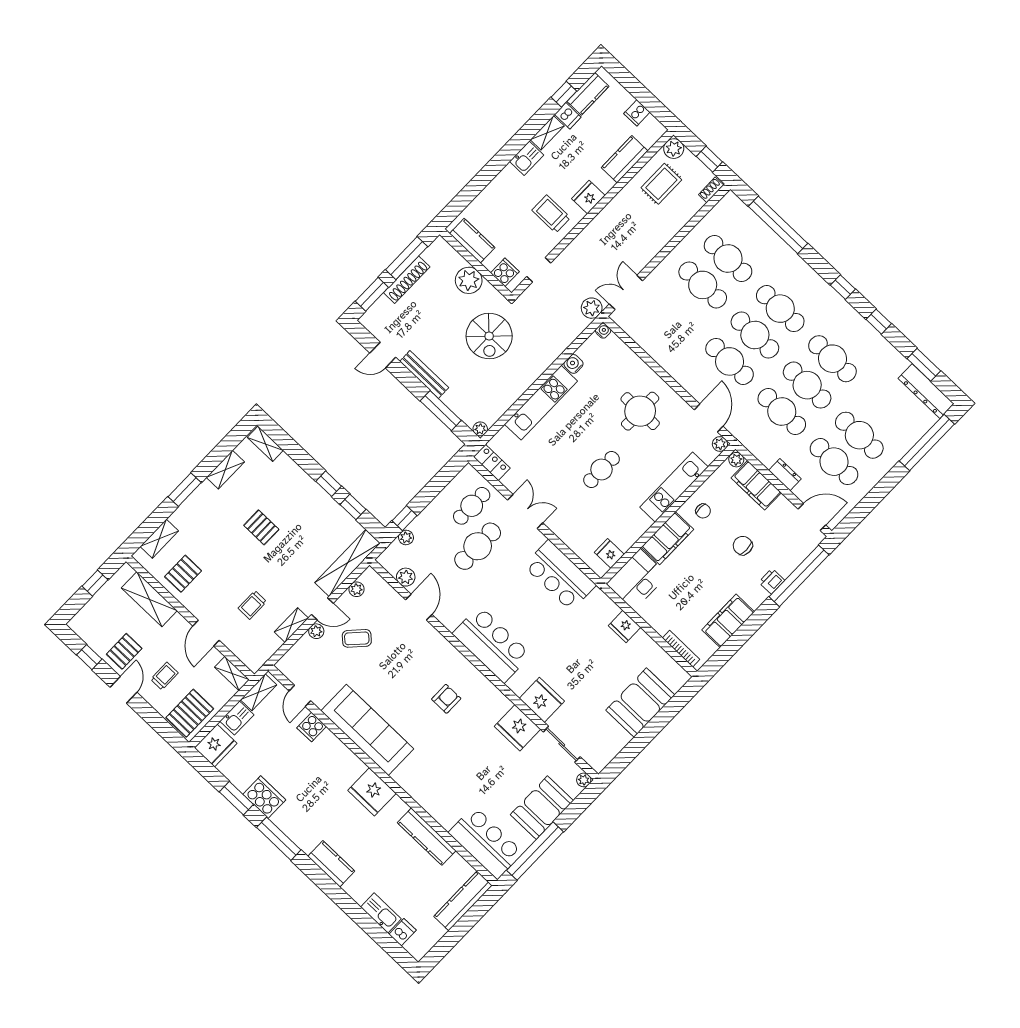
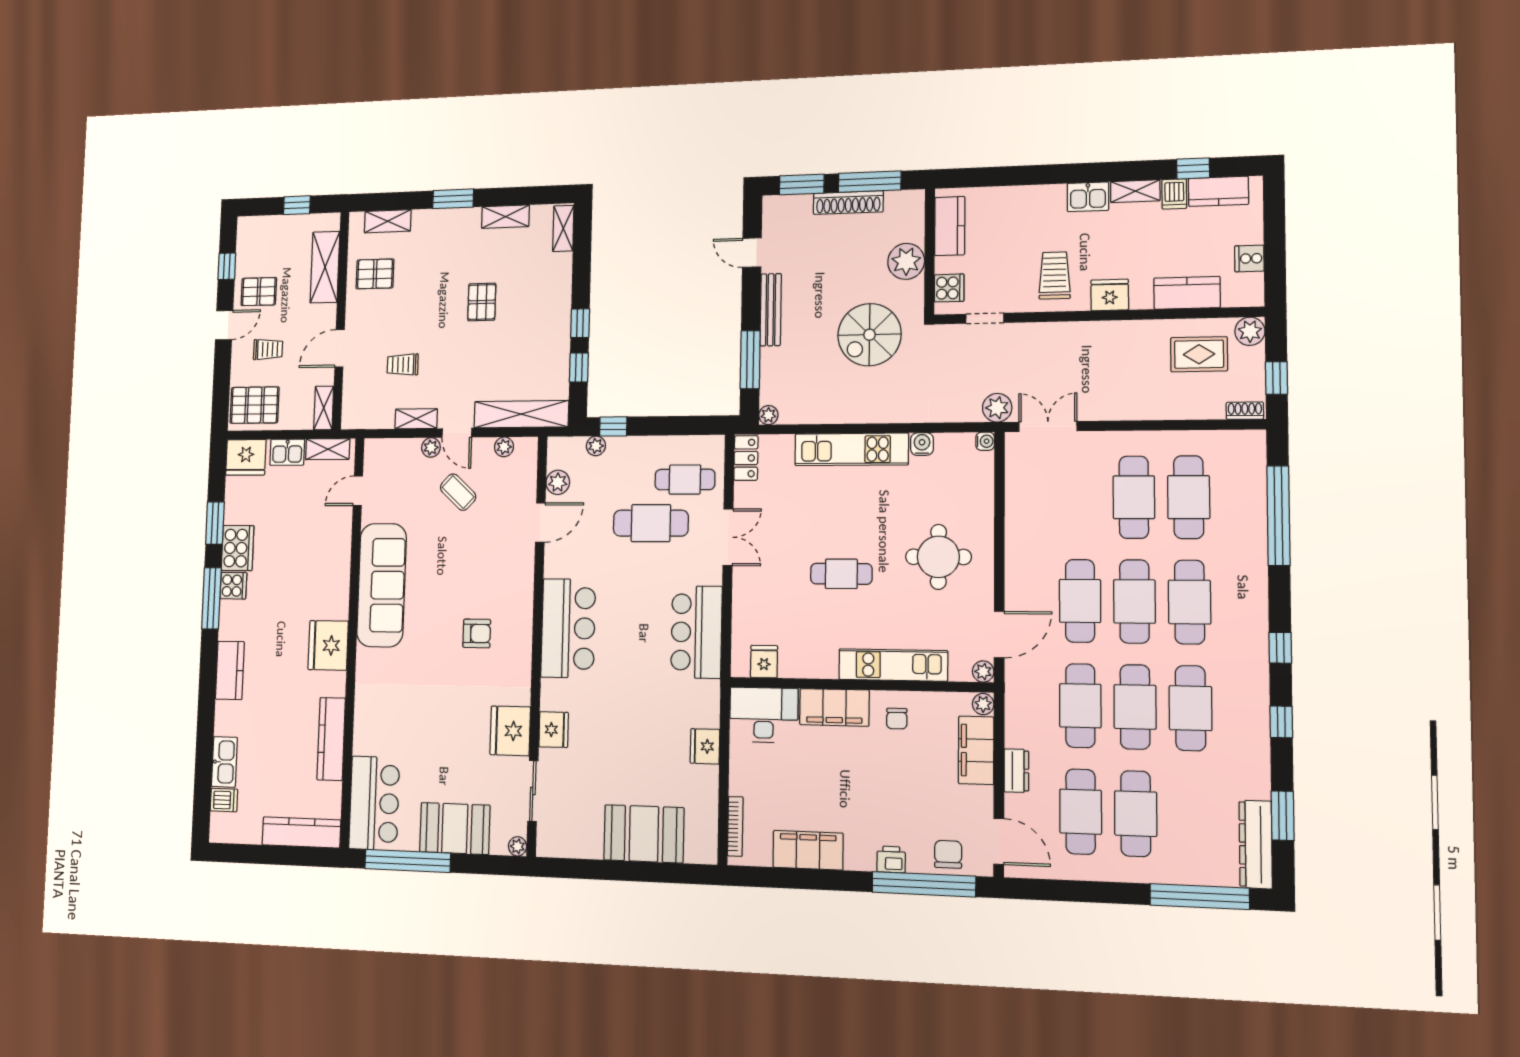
chair: (743, 546) -> (948, 854), moved
fridge: (542, 700) -> (554, 730), width x0.73, depth x0.75
cooker: (312, 727) -> (233, 586), moved, turned 180

